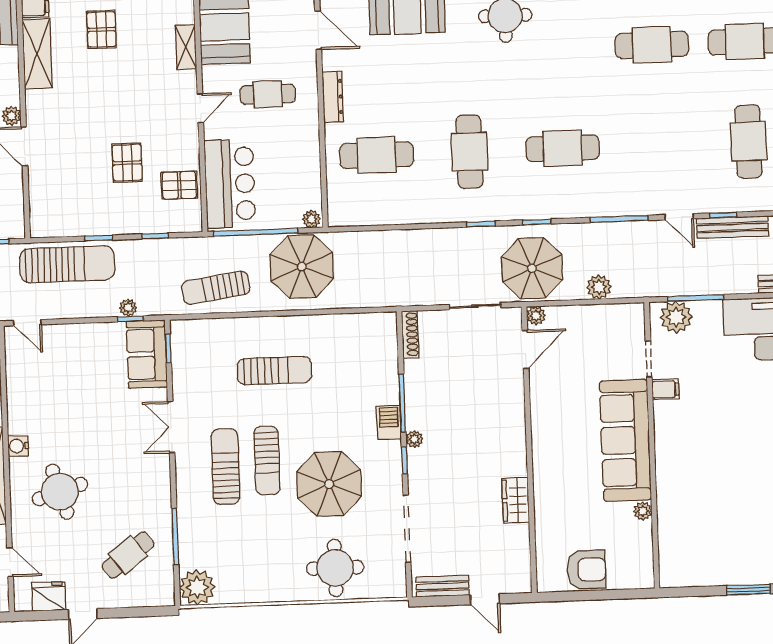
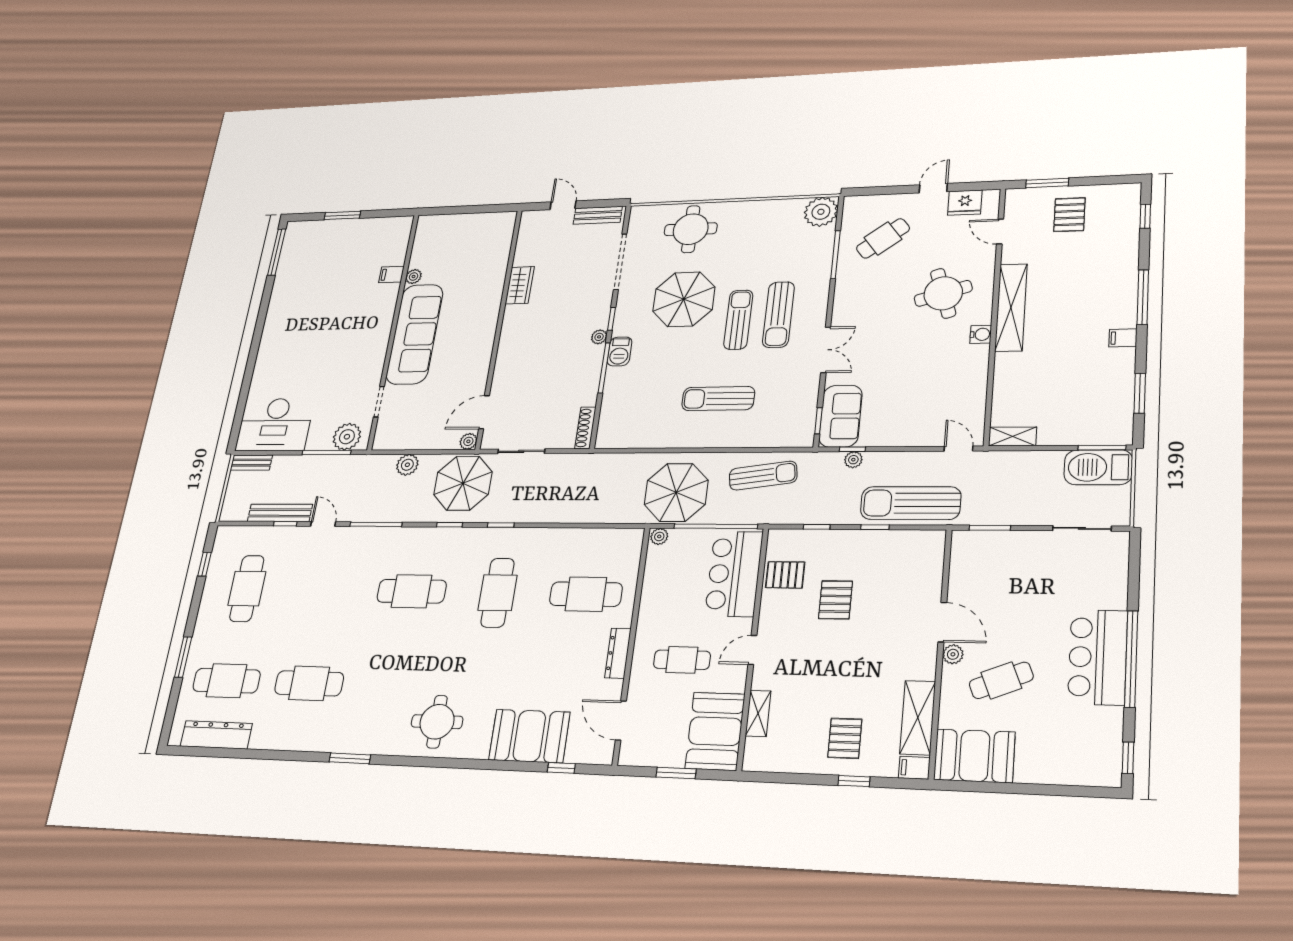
filing cabinet: (665, 389) -> (391, 275), moved
armchair: (586, 570) -> (472, 230), removed

